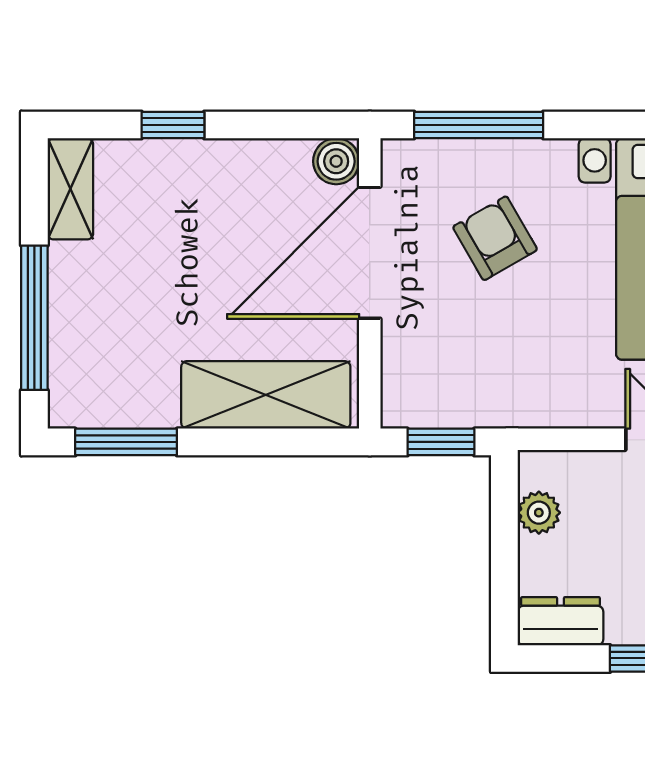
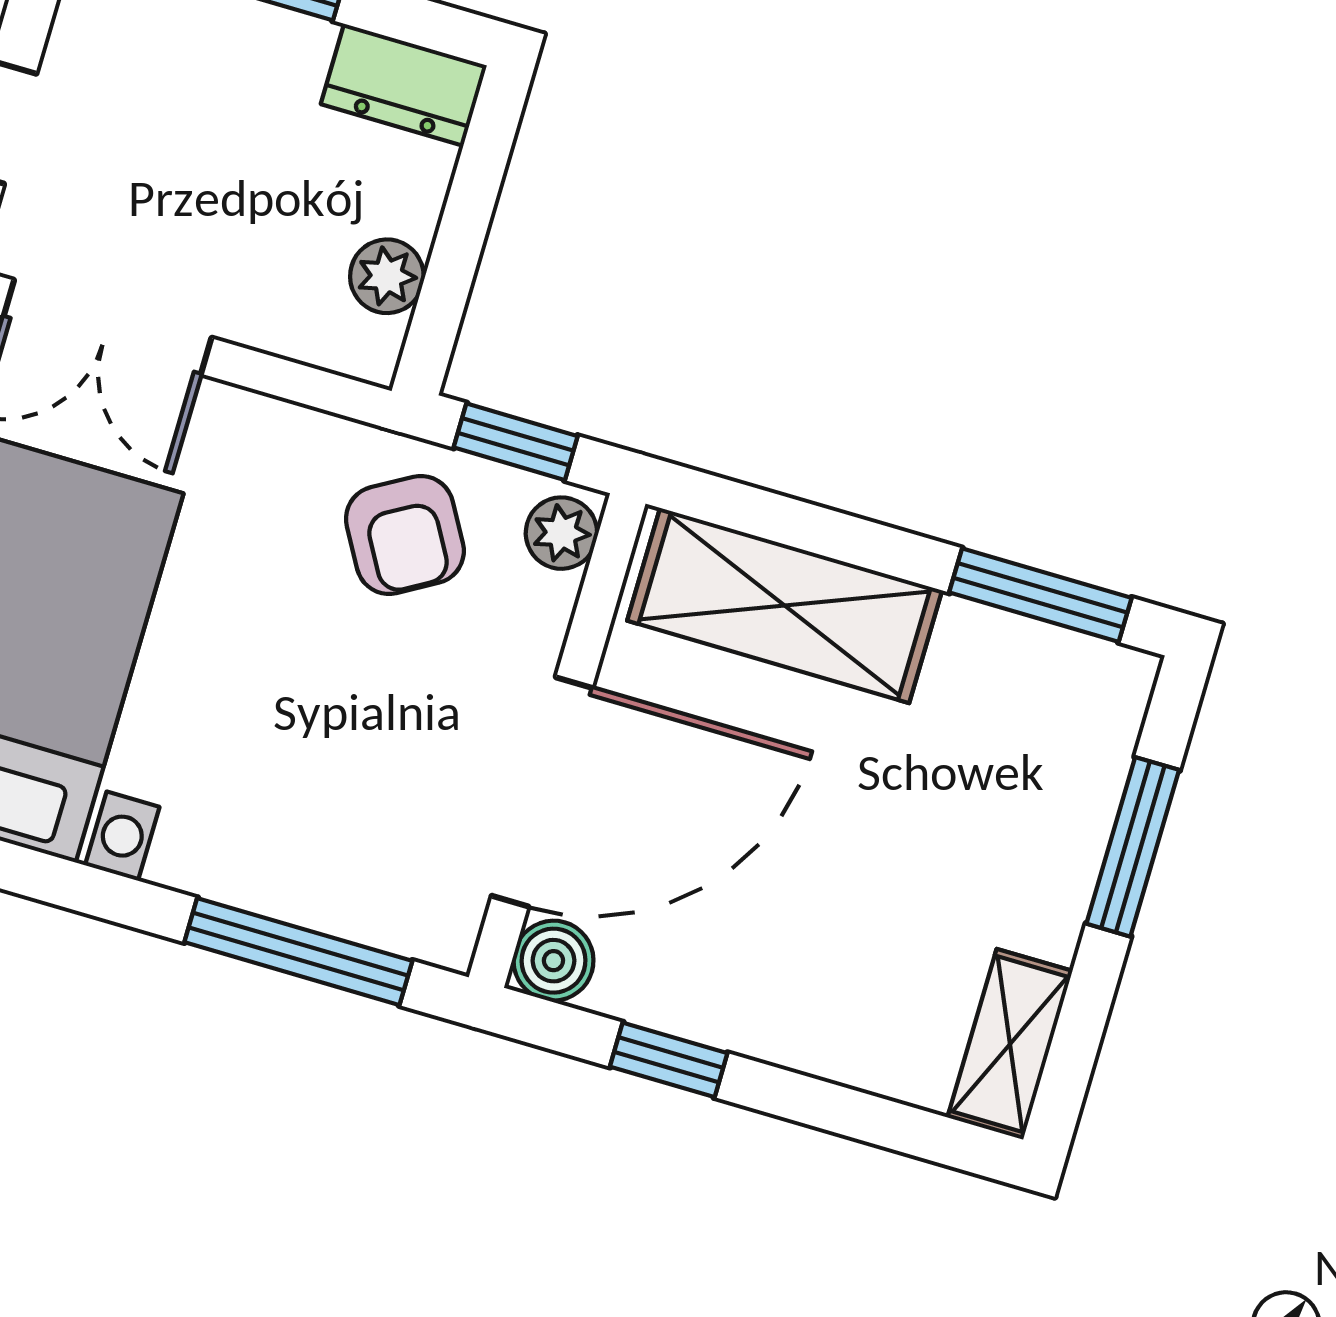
window: (173, 125) -> (669, 1060), moved
armchair: (495, 238) -> (405, 535), moved
window: (34, 318) -> (1133, 847), width x0.69
plant: (401, 399) -> (561, 533), added

